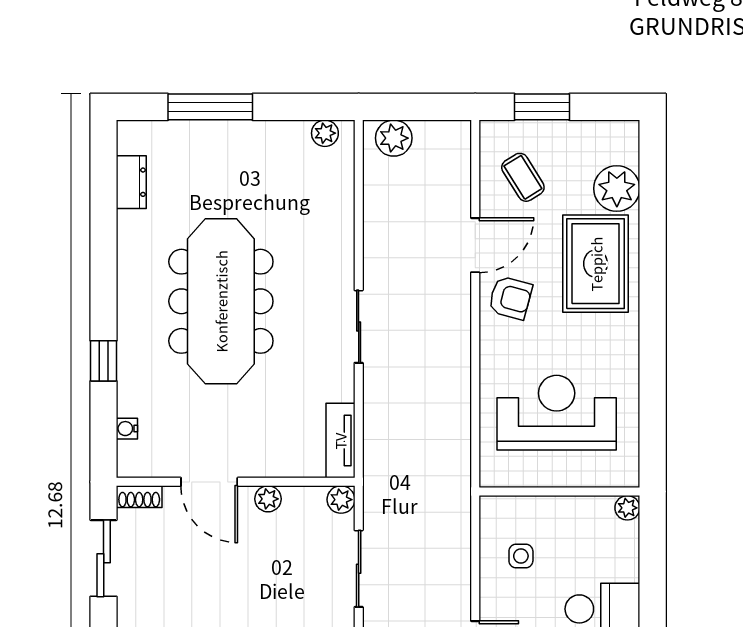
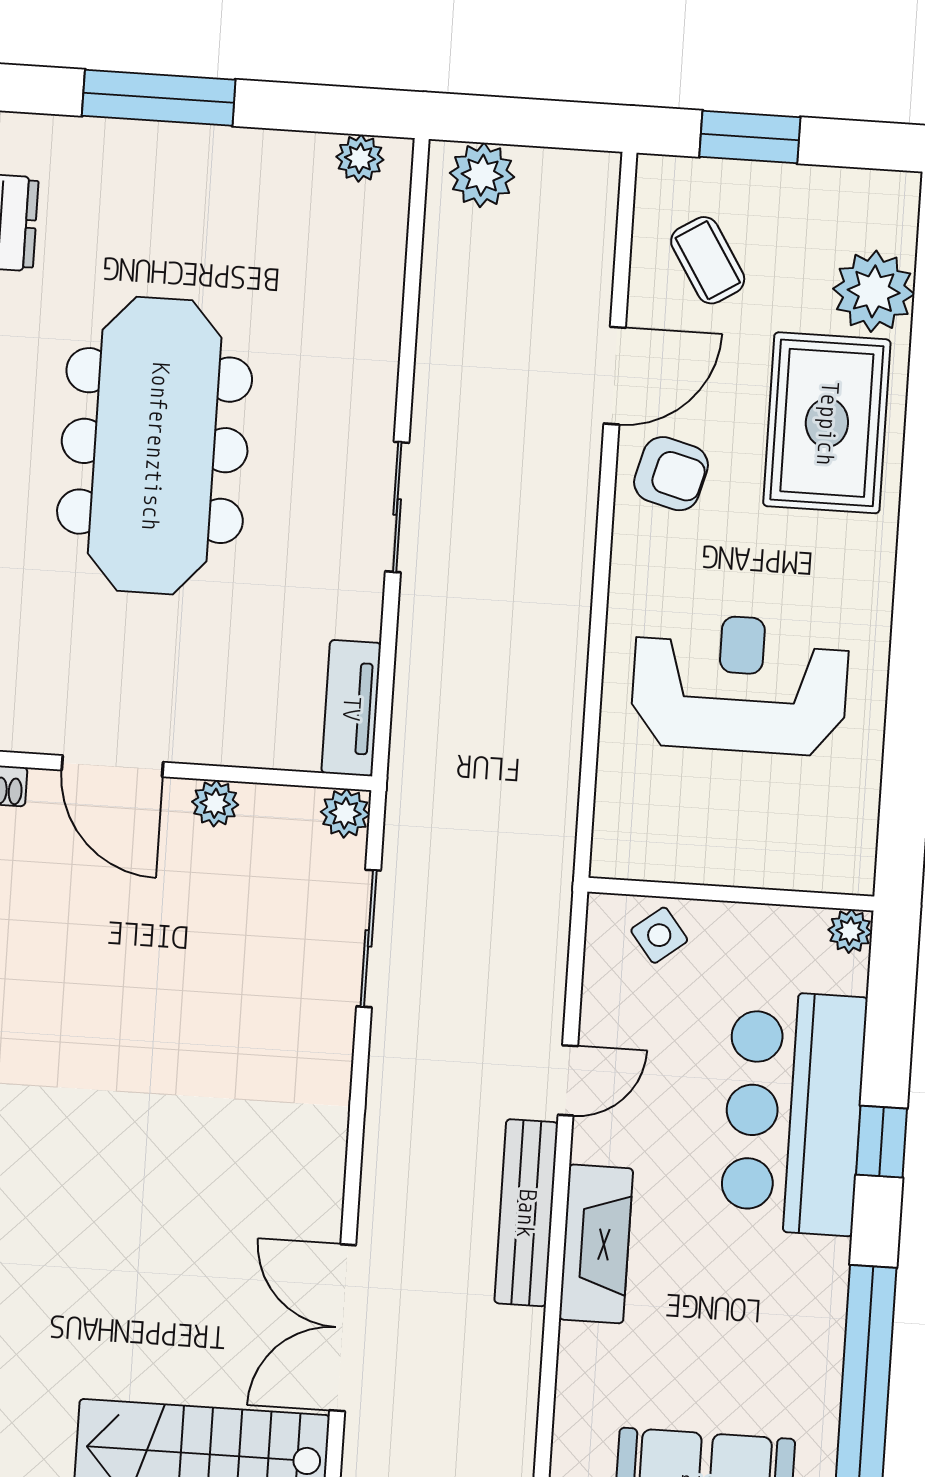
wall: (559, 492) -> (731, 894), moved
plant: (627, 508) -> (850, 931), moved
side table: (521, 556) -> (659, 935), turned -38

